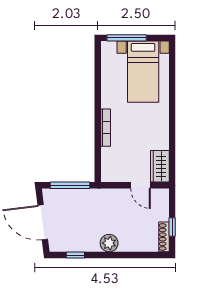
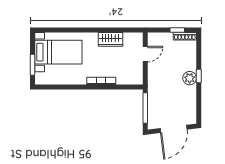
window: (127, 38) -> (33, 65), width x0.69
wardrobe: (160, 166) -> (110, 39), moved
window: (75, 255) -> (199, 76), moved

